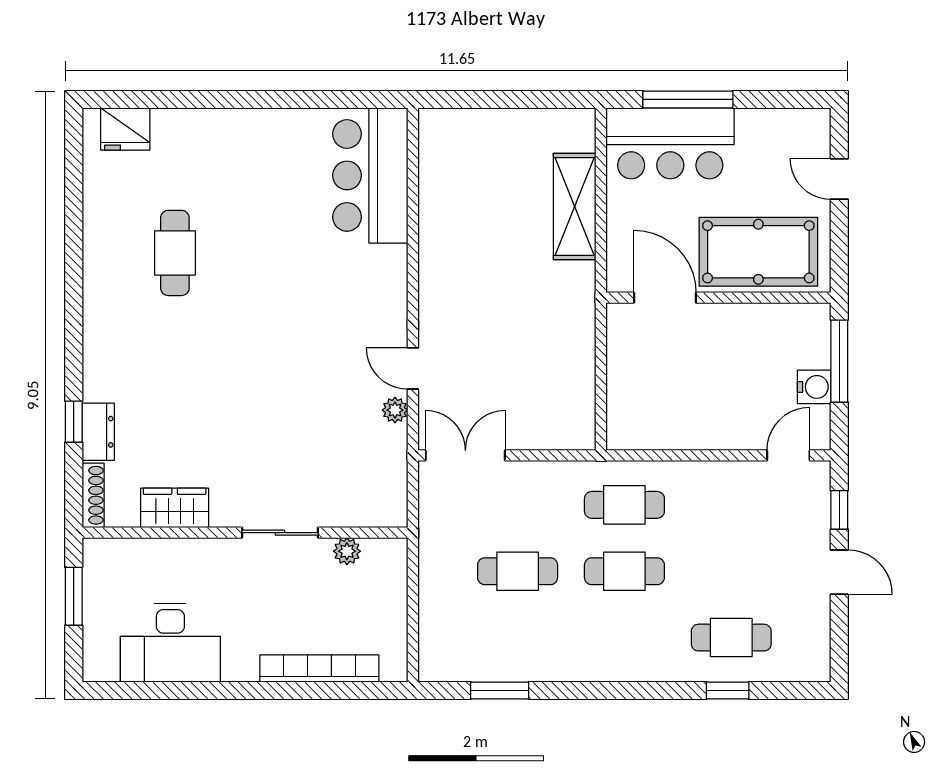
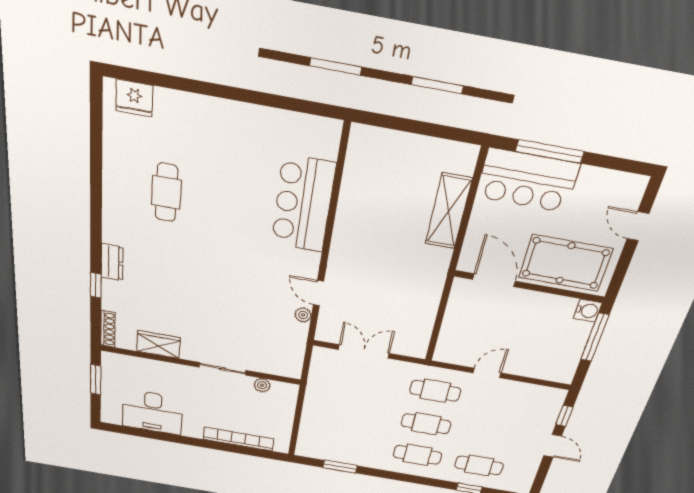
bar counter: (370, 175) -> (303, 204), moved
water cooler: (814, 387) -> (588, 311), moved
dresser: (98, 432) -> (112, 262), moved
double door: (465, 455) -> (364, 351), moved
door: (788, 455) -> (487, 373), moved
cafe table: (518, 571) -> (417, 455), moved

